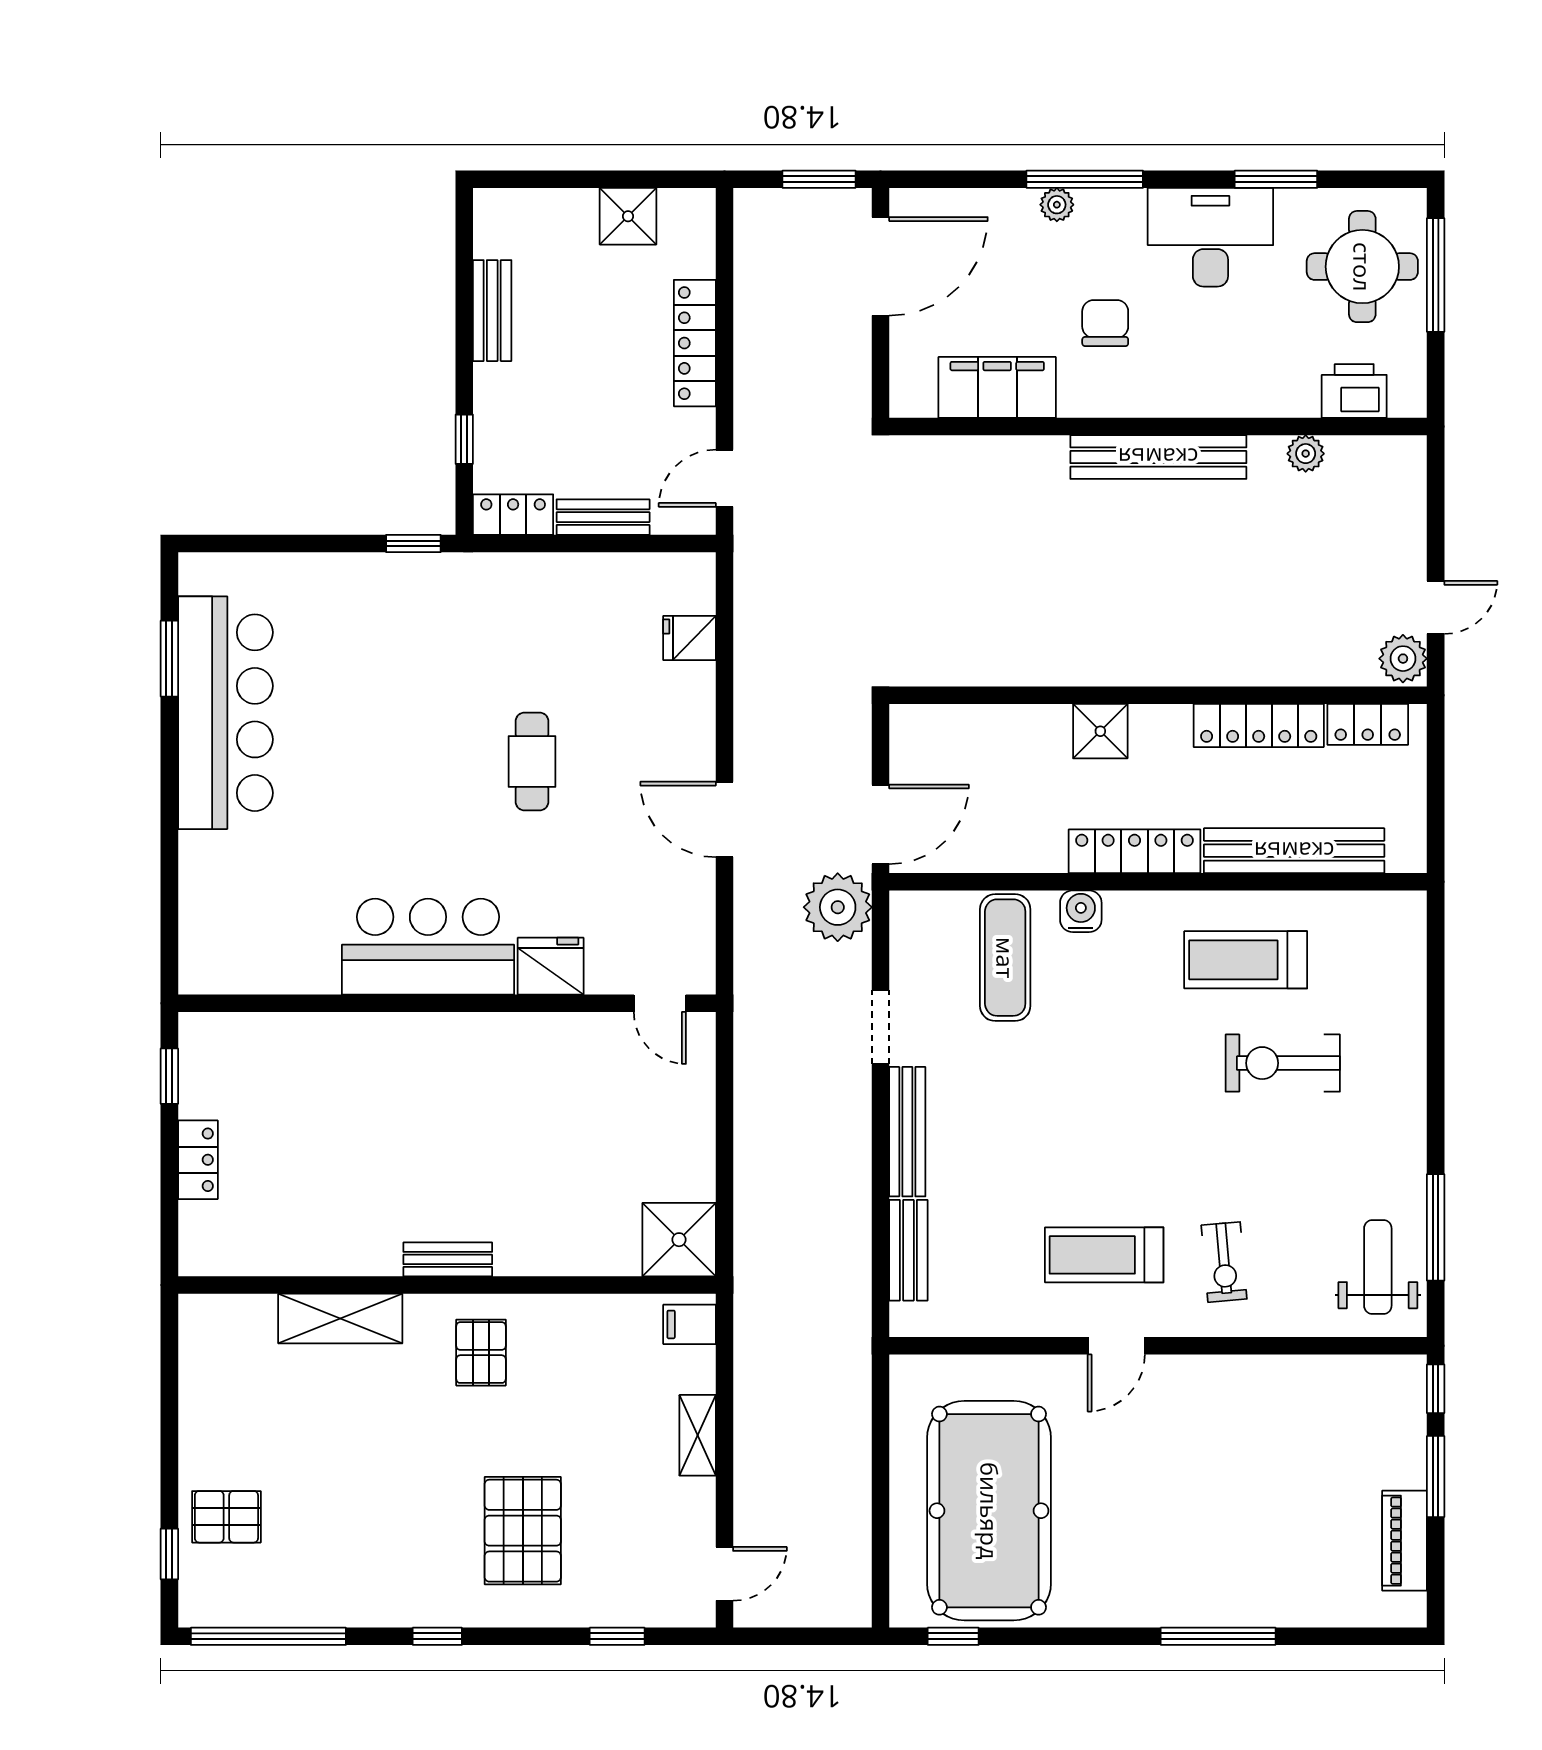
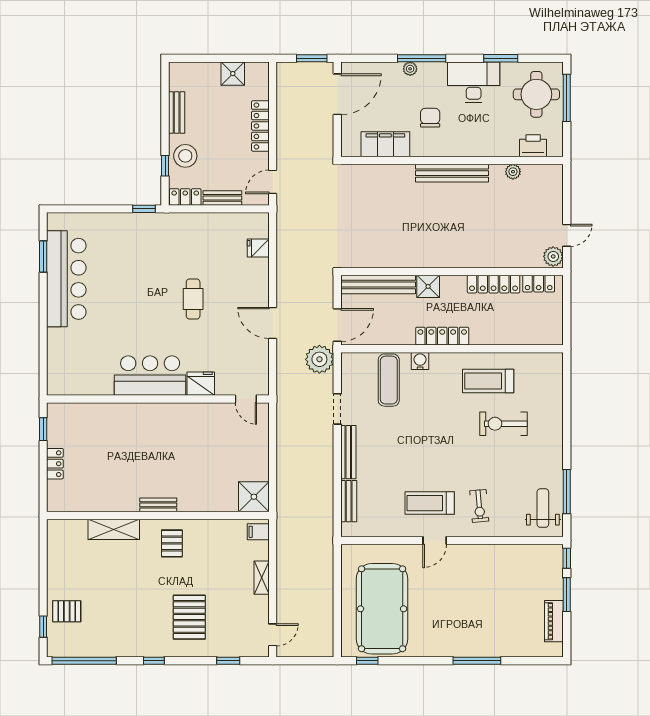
stool: (513, 415) -> (185, 156), added
bench: (1294, 851) -> (378, 284), moved

